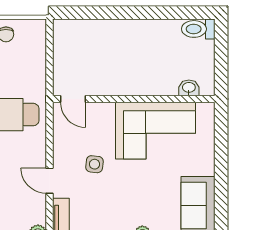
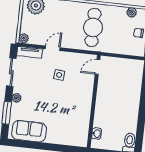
corner sofa: (155, 131) -> (74, 112), removed

